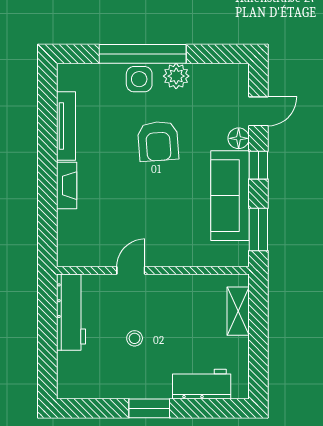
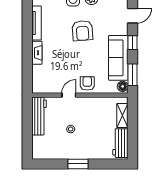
floor lamp: (239, 138) -> (123, 86), moved
armchair: (168, 247) -> (87, 83), added
workbench: (202, 384) -> (120, 143), moved, turned -90

